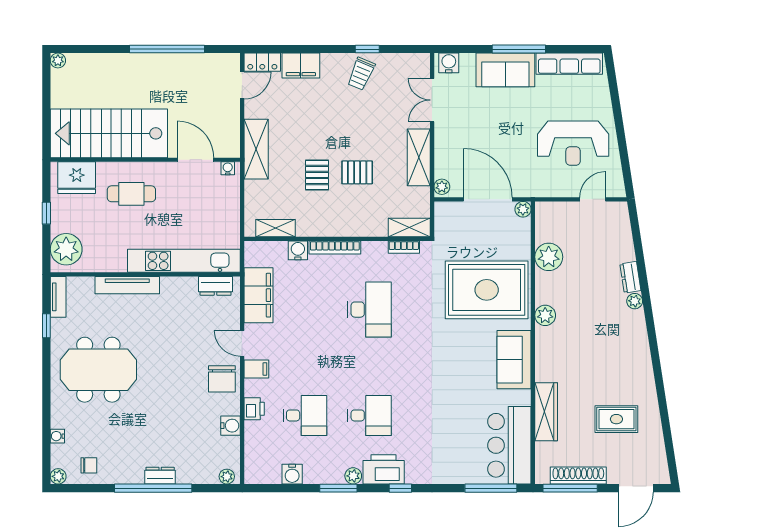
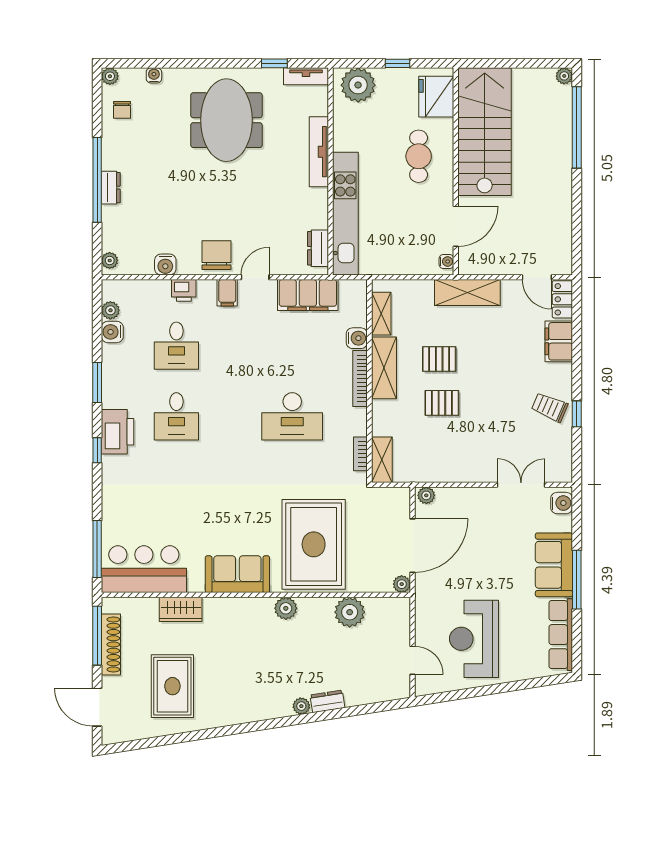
window: (167, 49) -> (577, 127), moved
shelving: (419, 157) -> (384, 368), moved, turned 90
pallet: (357, 172) -> (442, 403), turned 90
chair: (222, 379) -> (216, 255), turned 90
wardrobe: (546, 412) -> (181, 609), width x0.67
rug: (616, 419) -> (172, 686), width x1.36, depth x1.43
plant: (353, 476) -> (110, 310), moved

